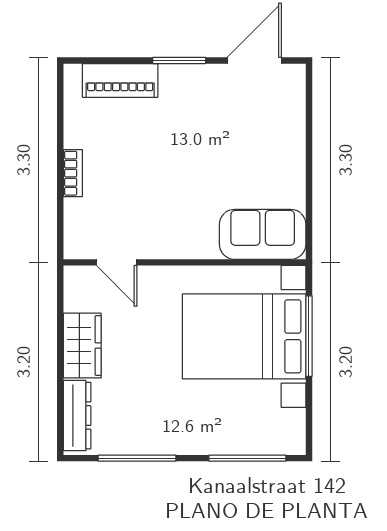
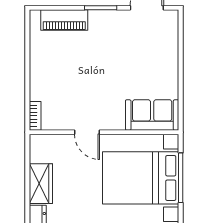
bookcase: (73, 173) -> (35, 116), moved
door: (117, 262) -> (87, 132), moved

